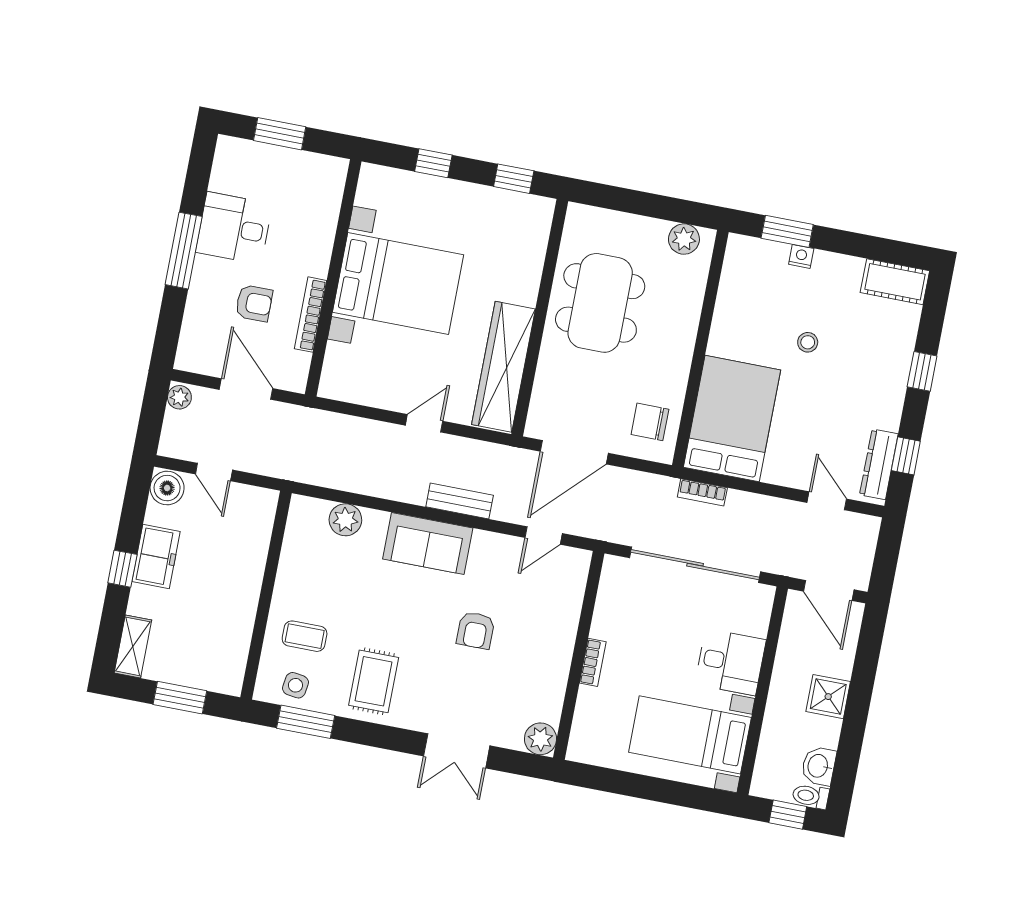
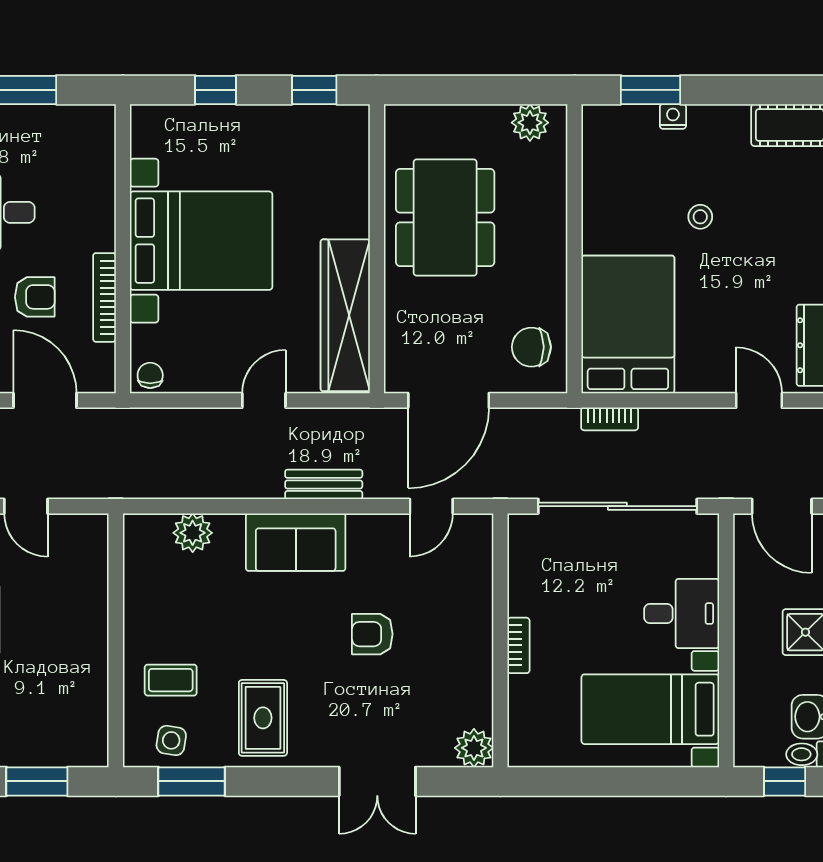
chair: (336, 385) -> (150, 375), added
armchair: (476, 630) -> (372, 634), turned 90

